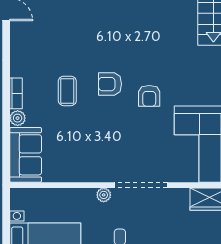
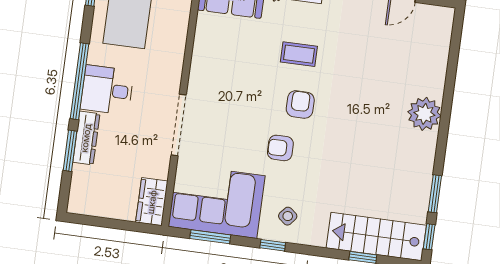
side table: (206, 82) -> (288, 216), added
plant: (104, 195) -> (173, 80), removed

